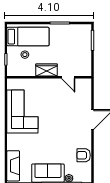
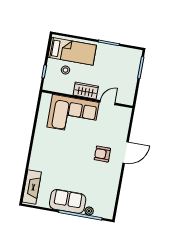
door: (68, 77) -> (108, 103), swing flipped
corner sofa: (22, 111) -> (73, 115), moved, turned 90
armchair: (84, 155) -> (102, 154), moved

